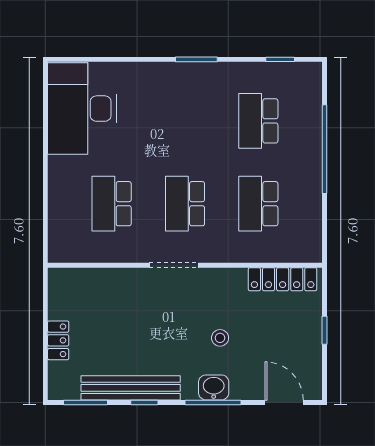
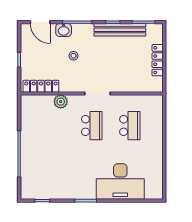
desk: (82, 109) -> (120, 182), moved, turned 90
school desk: (258, 121) -> (54, 169), removed
school desk: (258, 204) -> (54, 126), removed
plant: (245, 250) -> (61, 102), added
locker: (58, 340) -> (158, 60), width x1.53
washbasin: (214, 387) -> (64, 30), moved

